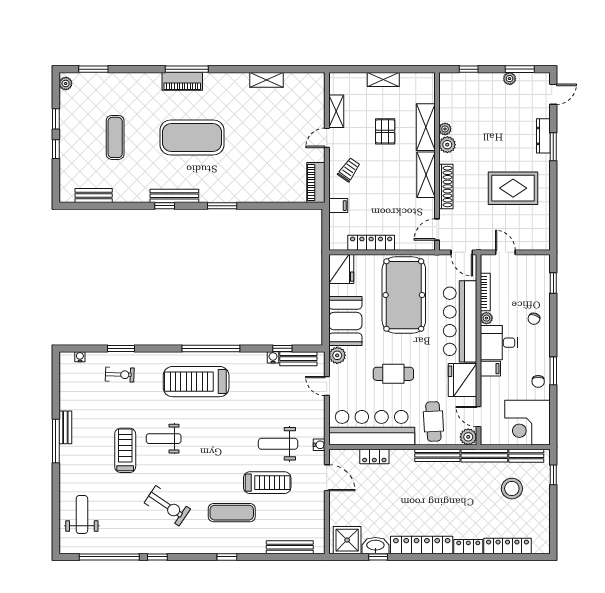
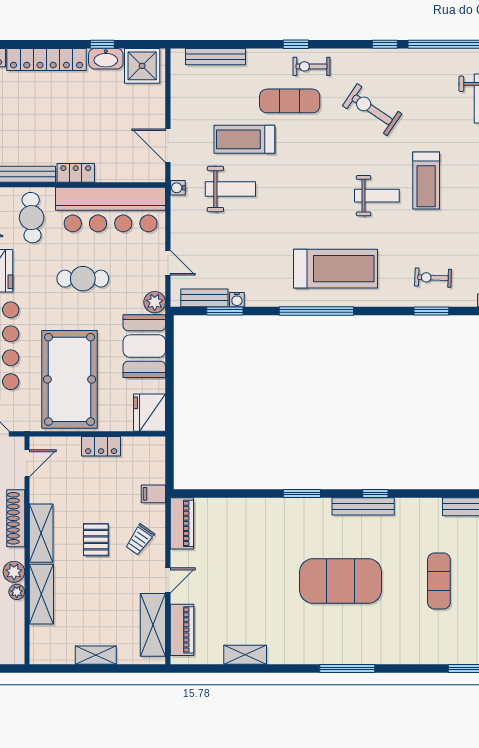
piano: (182, 81) -> (182, 630), moved, turned 90
shelving: (336, 111) -> (153, 625), width x1.50, depth x1.33
pallet: (385, 131) -> (96, 540), moved
locker: (371, 243) -> (101, 446), width x0.66
window: (282, 348) -> (225, 311), width x1.50
locker: (374, 456) -> (76, 173), moved
exercise bike: (215, 540) -> (311, 66), added

